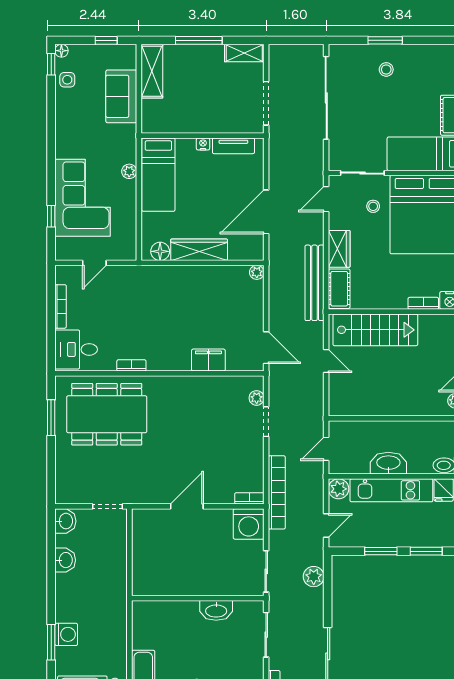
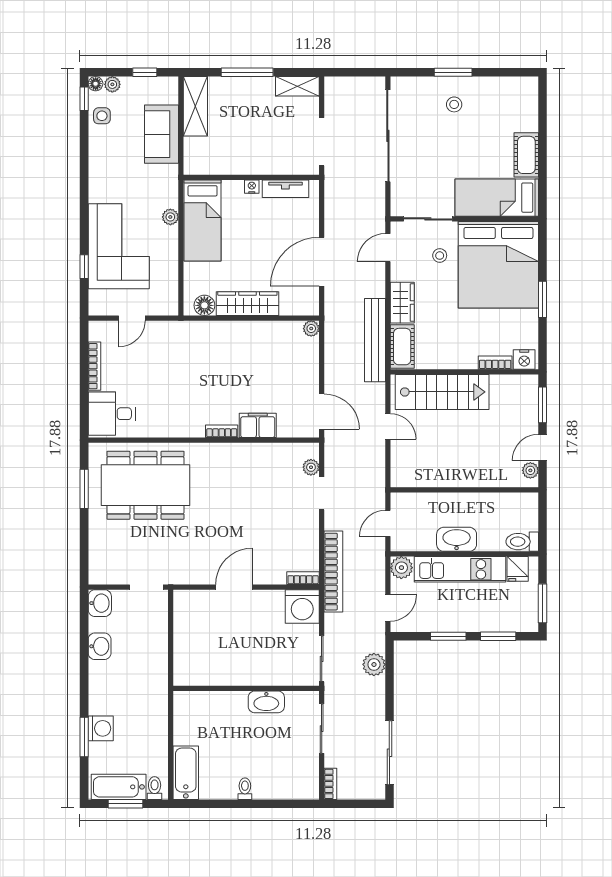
plant: (77, 51) -> (112, 84), added
bookcase: (131, 365) -> (222, 431), moved

